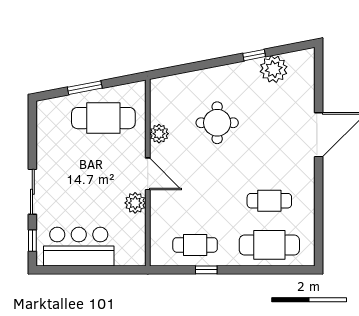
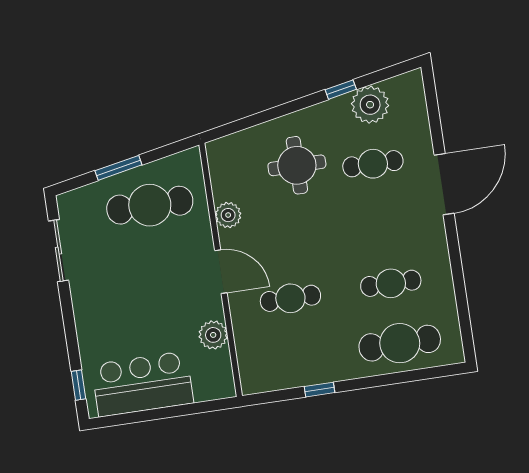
cafe table: (269, 112) -> (373, 164), added
round table: (217, 123) -> (297, 165), moved
sliding door: (32, 192) -> (58, 251), moved
plant: (135, 203) -> (213, 335), moved
cafe table: (195, 245) -> (290, 298), moved

